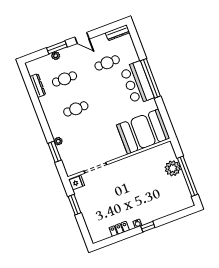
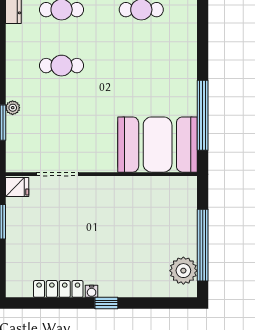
window: (150, 78) -> (203, 115), moved
bar counter: (137, 83) -> (178, 61), removed
plant: (173, 168) -> (183, 271), moved
locker: (119, 229) -> (58, 289), width x1.53

